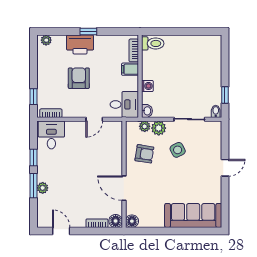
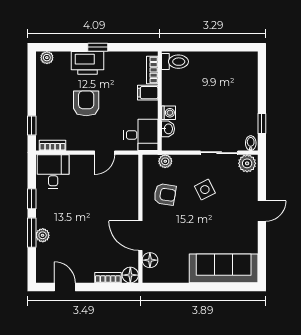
washbasin: (147, 111) -> (168, 129), moved
plant: (159, 128) -> (247, 163), moved
floor lamp: (132, 221) -> (150, 260), moved

